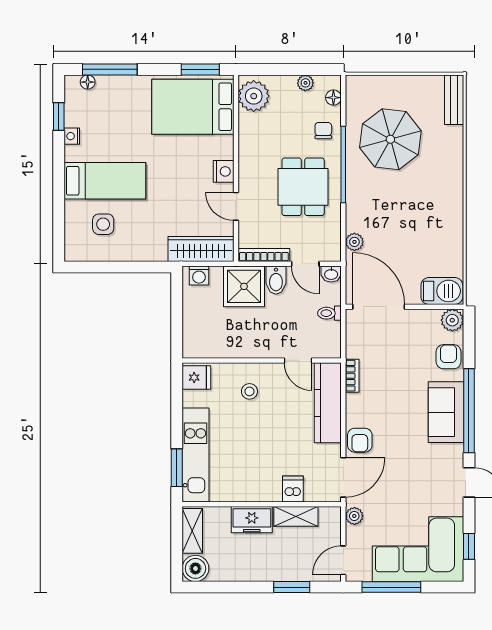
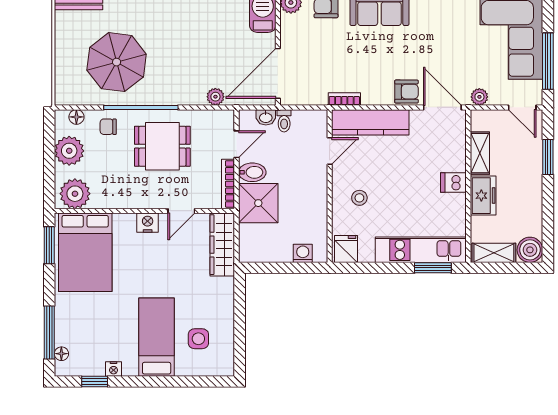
plant: (305, 83) -> (69, 151), width x1.87, depth x1.87
washbasin: (331, 274) -> (266, 117), moved, turned 90
washing machine: (199, 276) -> (303, 253), moved, turned -90
dishwasher: (293, 489) -> (453, 183), moved

